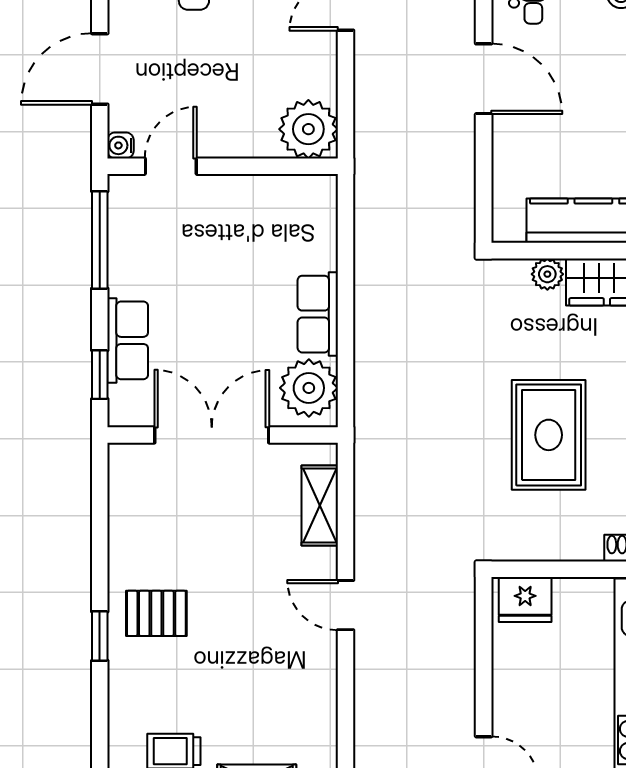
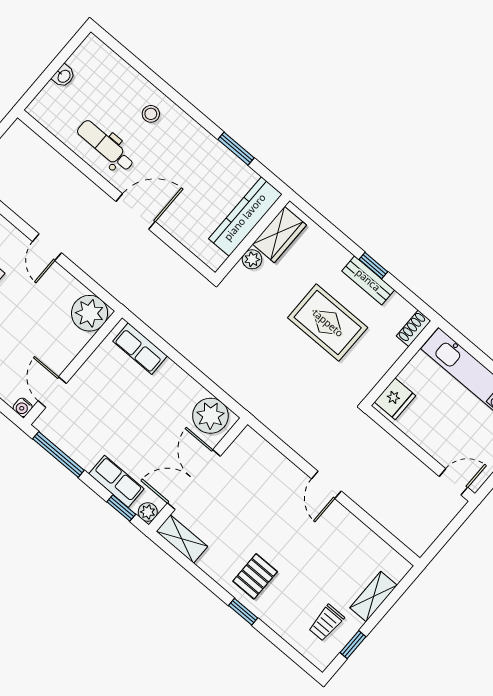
row of seats: (318, 314) -> (140, 349), moved
plant: (123, 412) -> (148, 512), added
shelving: (320, 506) -> (182, 539), moved
door: (345, 605) -> (326, 485), hinge flipped

